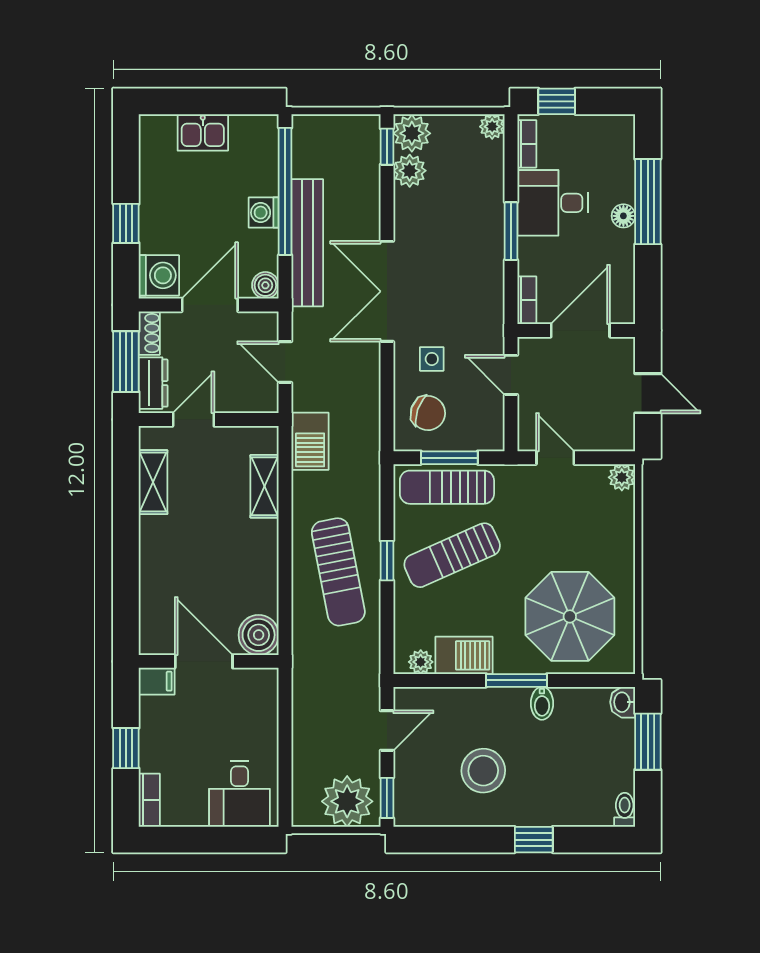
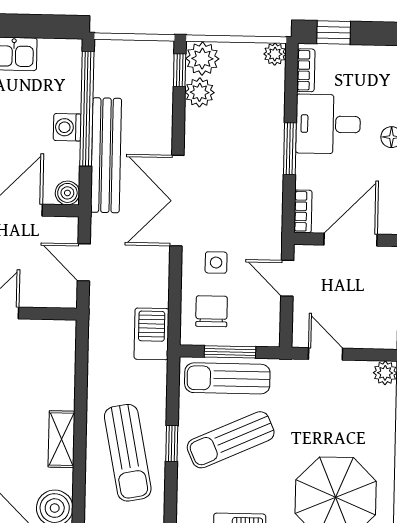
chair: (428, 413) -> (212, 311), turned -109
barbecue: (310, 441) -> (151, 334), moved, turned 180
shelving: (265, 486) -> (62, 439), moved

